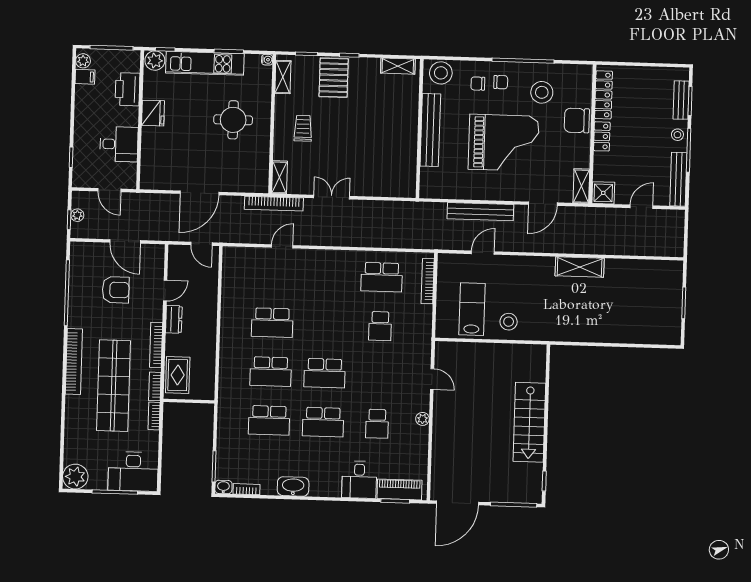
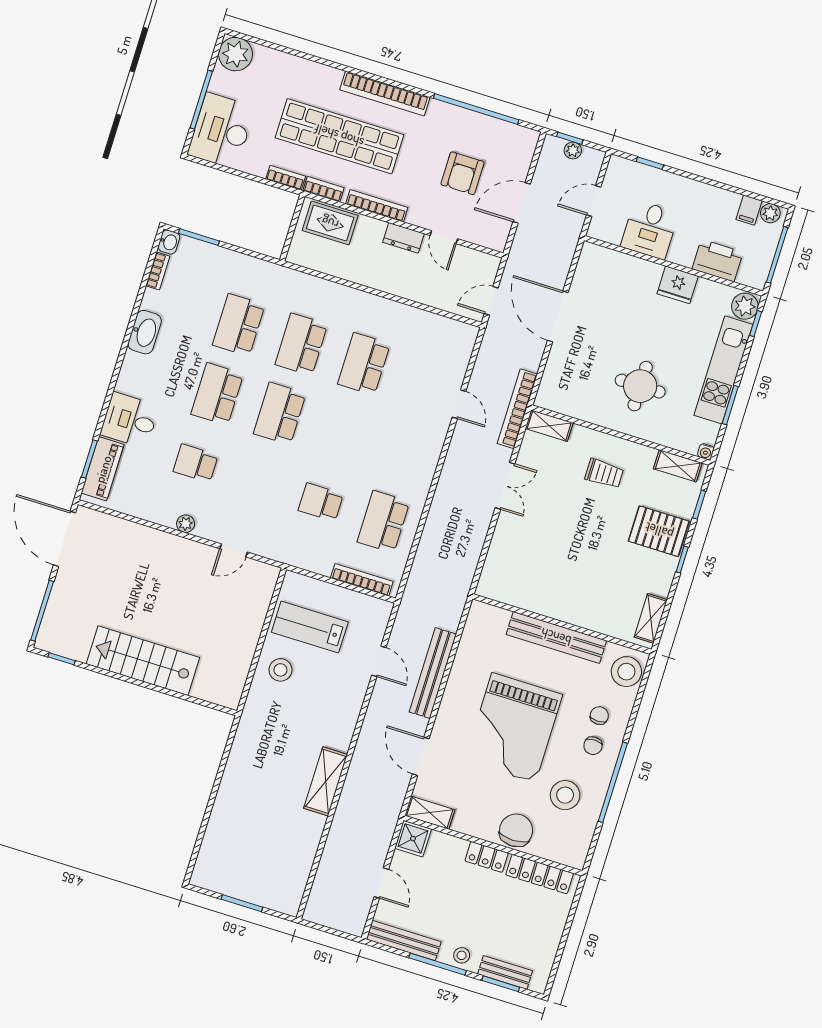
lab bench: (472, 309) -> (310, 627), turned 180

